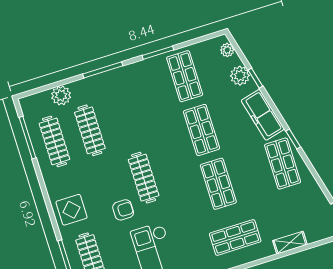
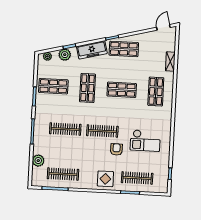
clothes rail: (90, 130) -> (65, 129), moved
shop shelf: (201, 130) -> (88, 88), turned 90

